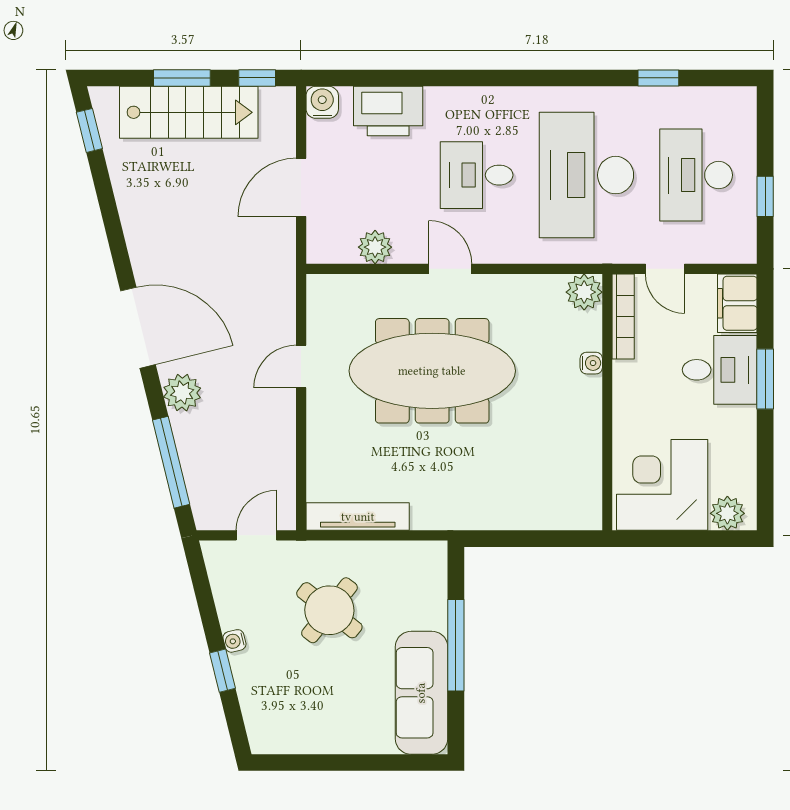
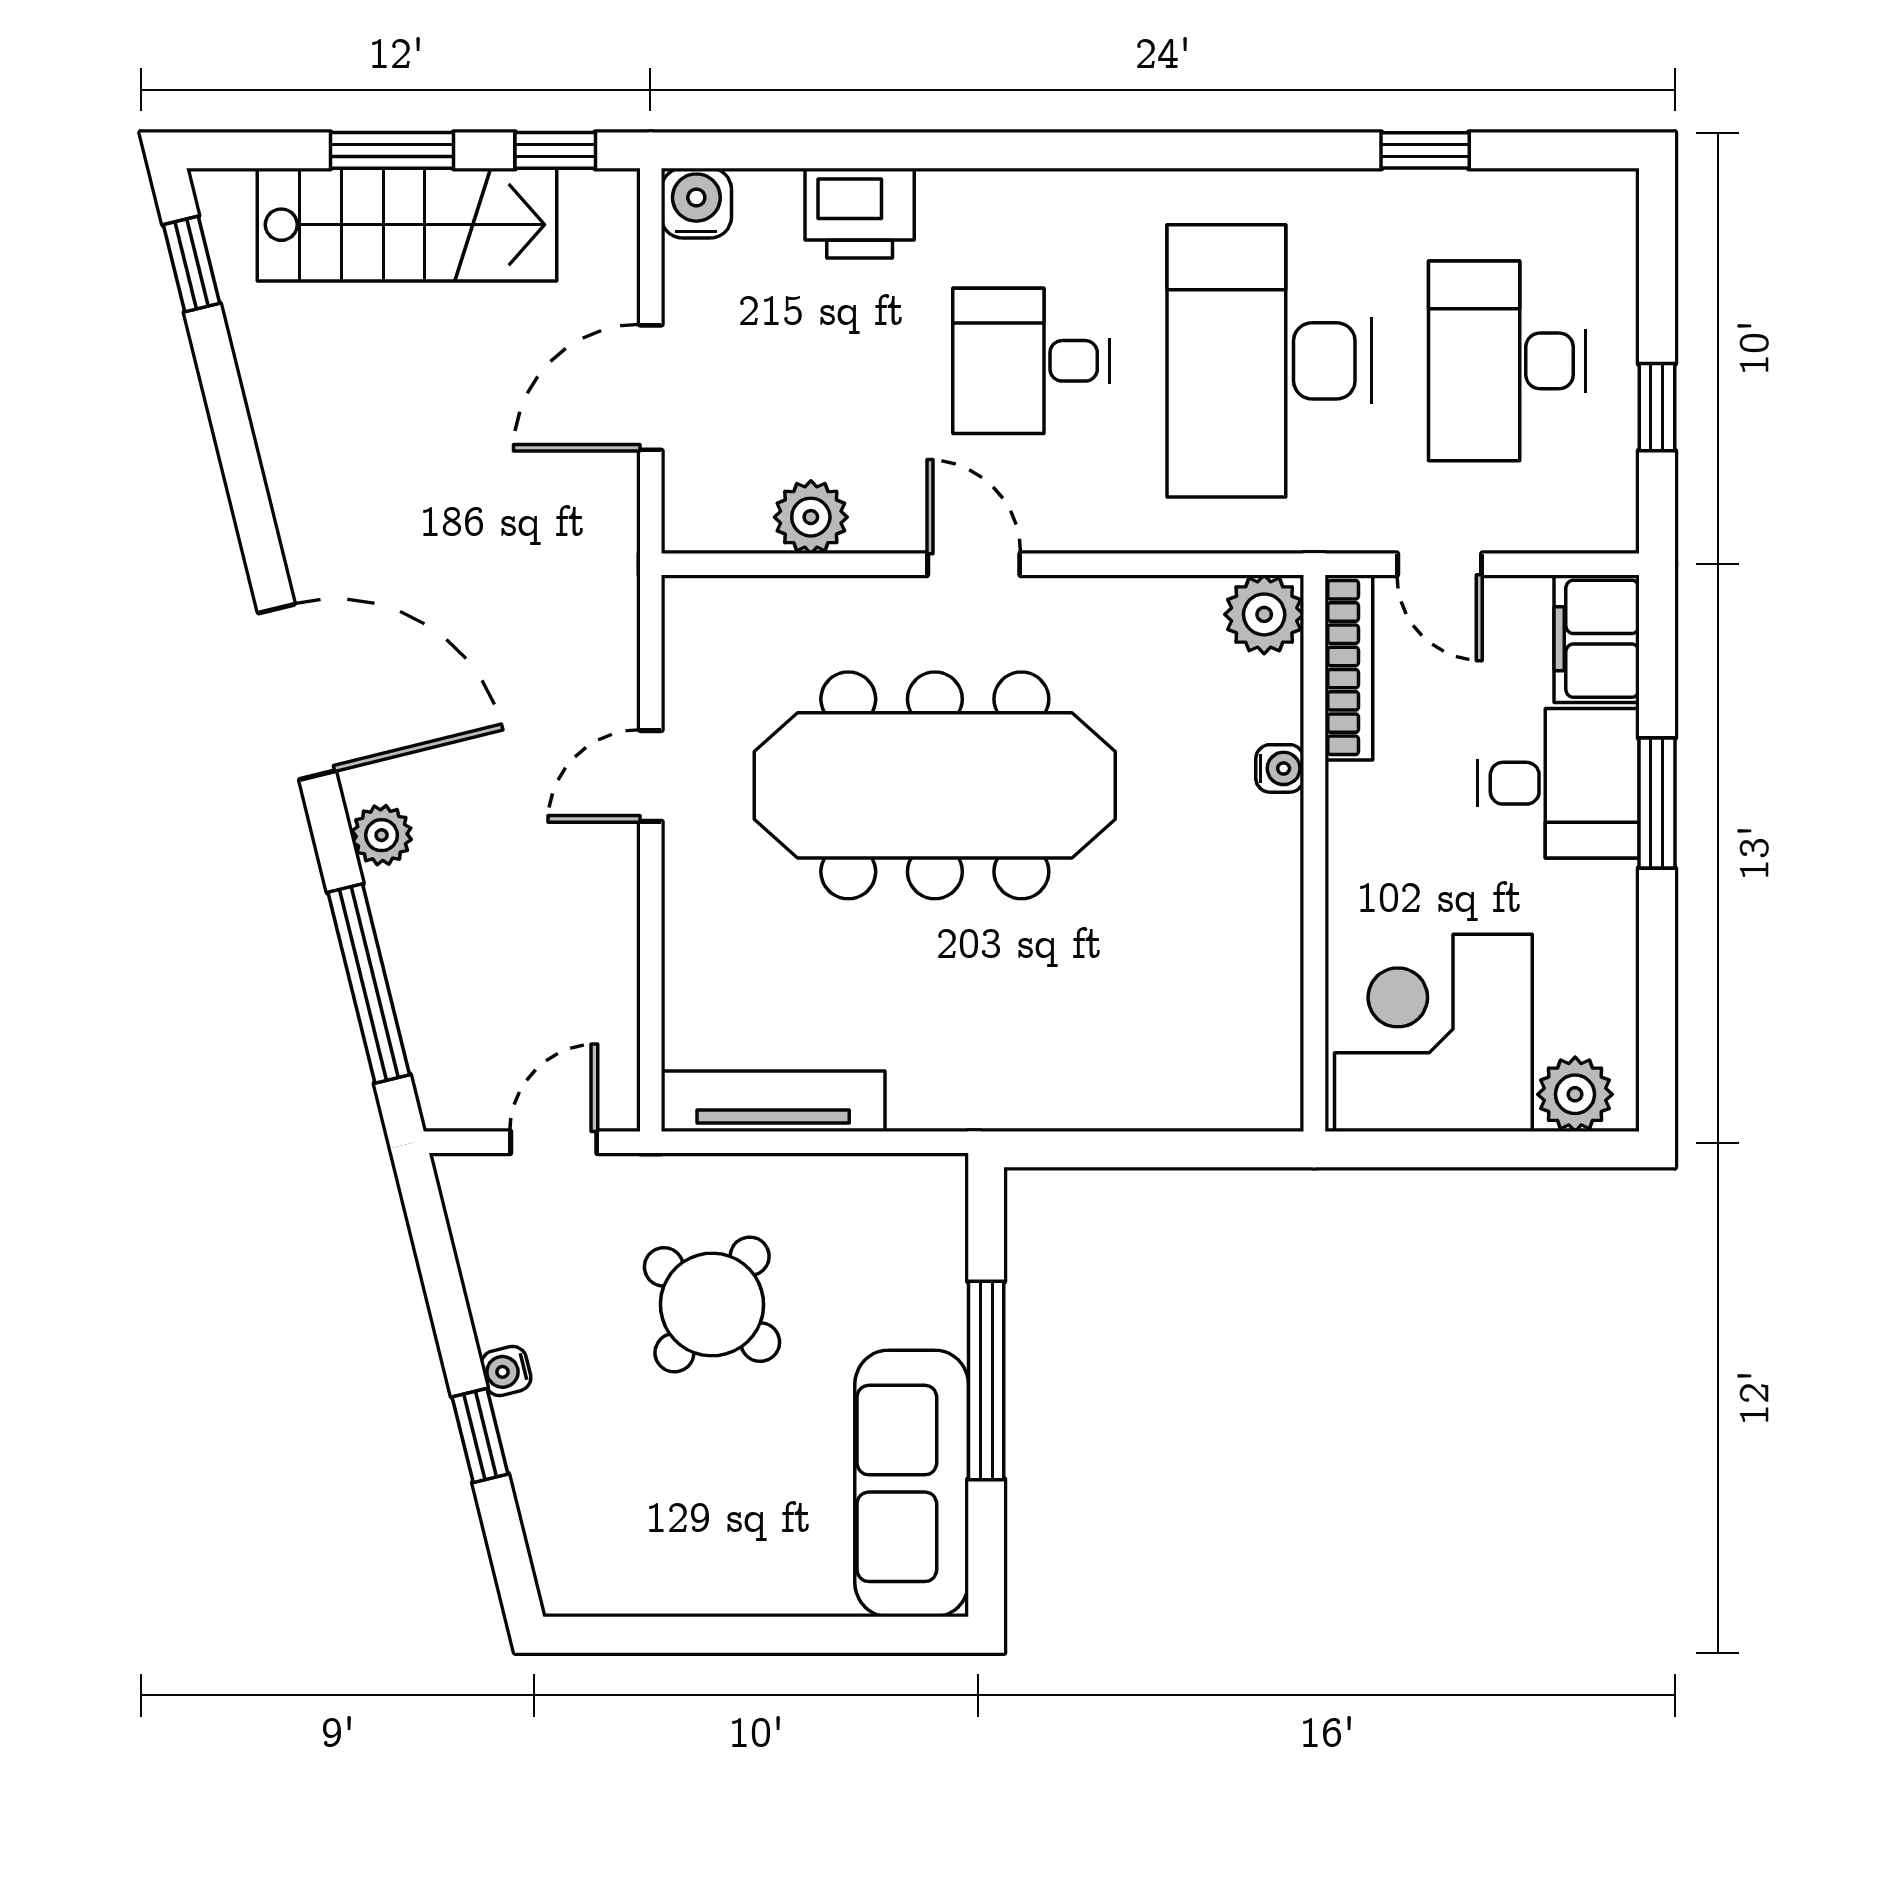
printer: (388, 111) -> (860, 213), width x0.73, depth x0.84
plant: (182, 393) -> (382, 835), width x0.73, depth x0.73

